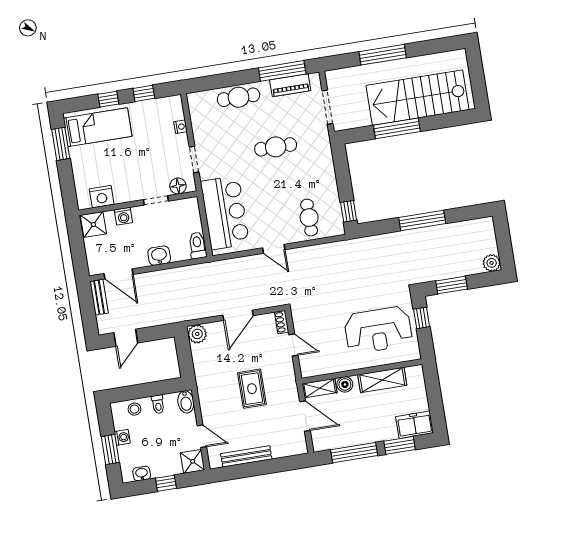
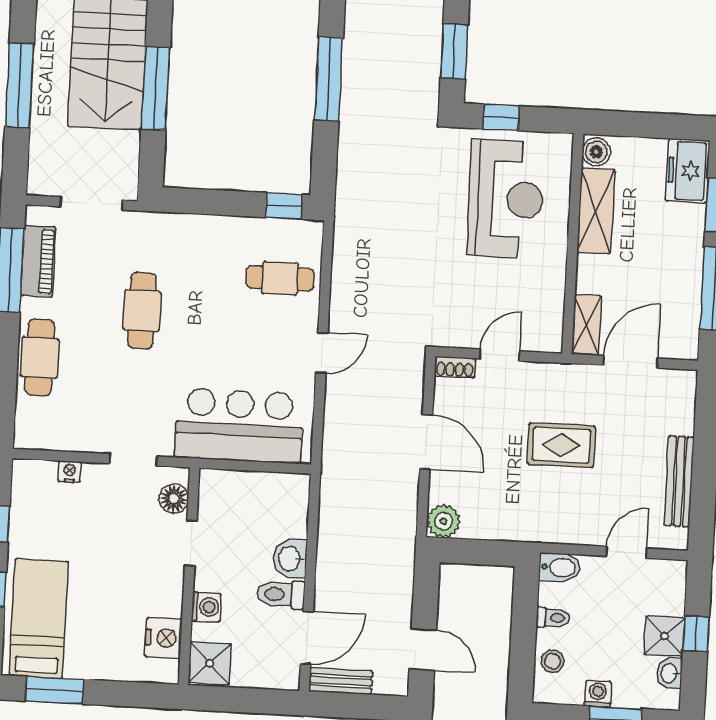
toilet: (197, 245) -> (281, 594), moved
boiler: (345, 384) -> (596, 152), moved
shower: (193, 461) -> (664, 636), moved

